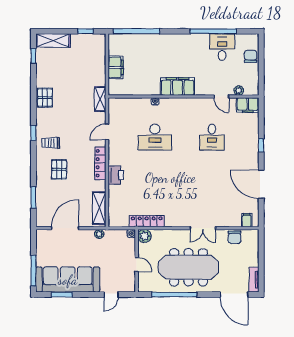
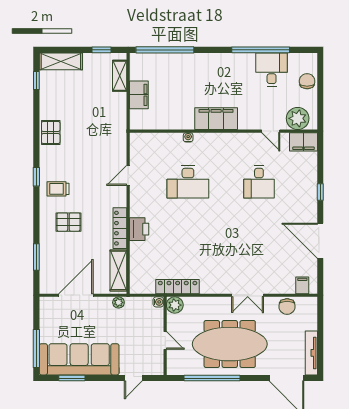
plant: (239, 91) -> (298, 118), width x1.87, depth x1.87
shelving: (100, 99) -> (120, 76), moved
locker: (100, 163) -> (120, 228), moved
pallet: (59, 169) -> (68, 222), turned 90
tv unit: (254, 280) -> (311, 353), width x1.41

